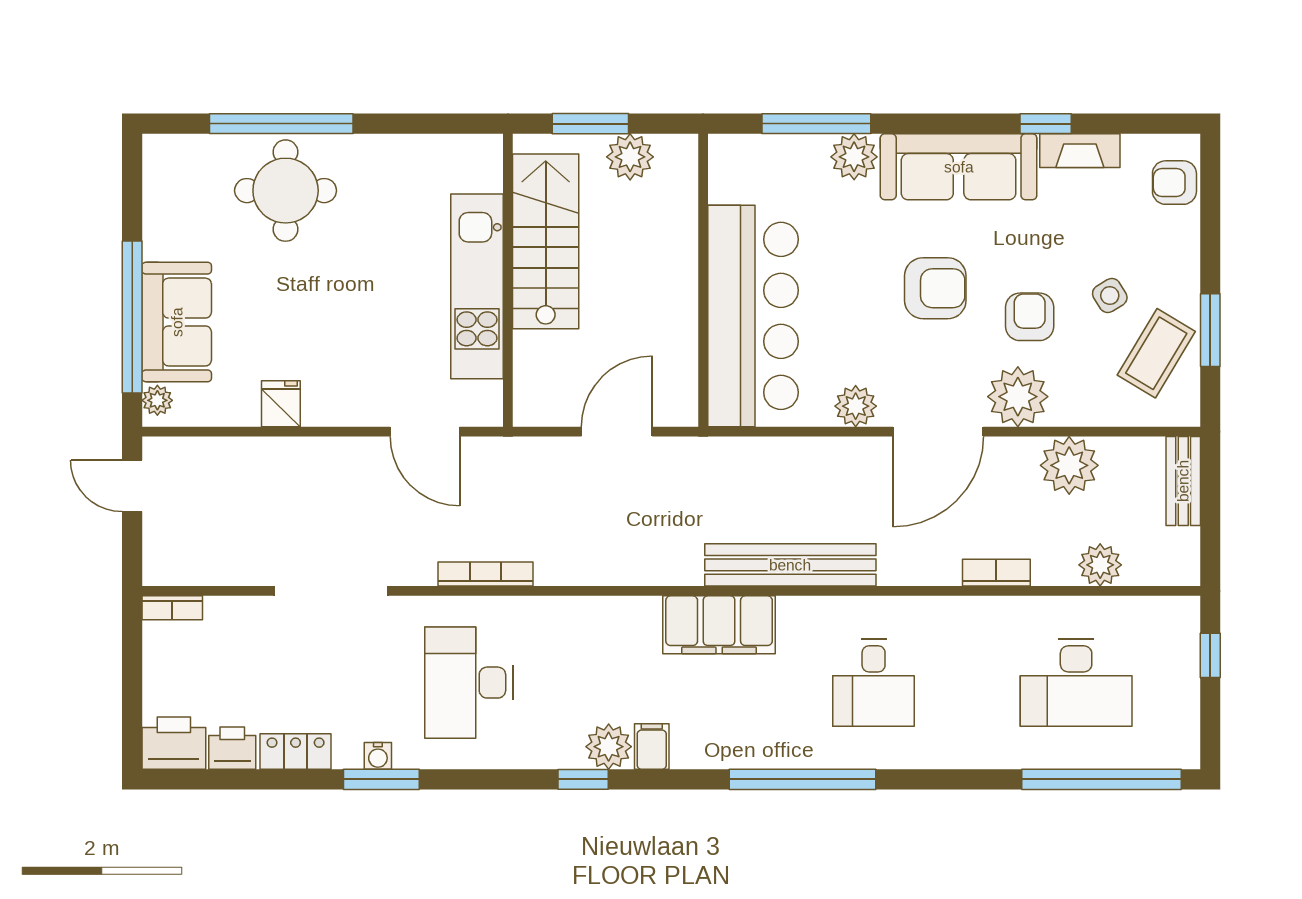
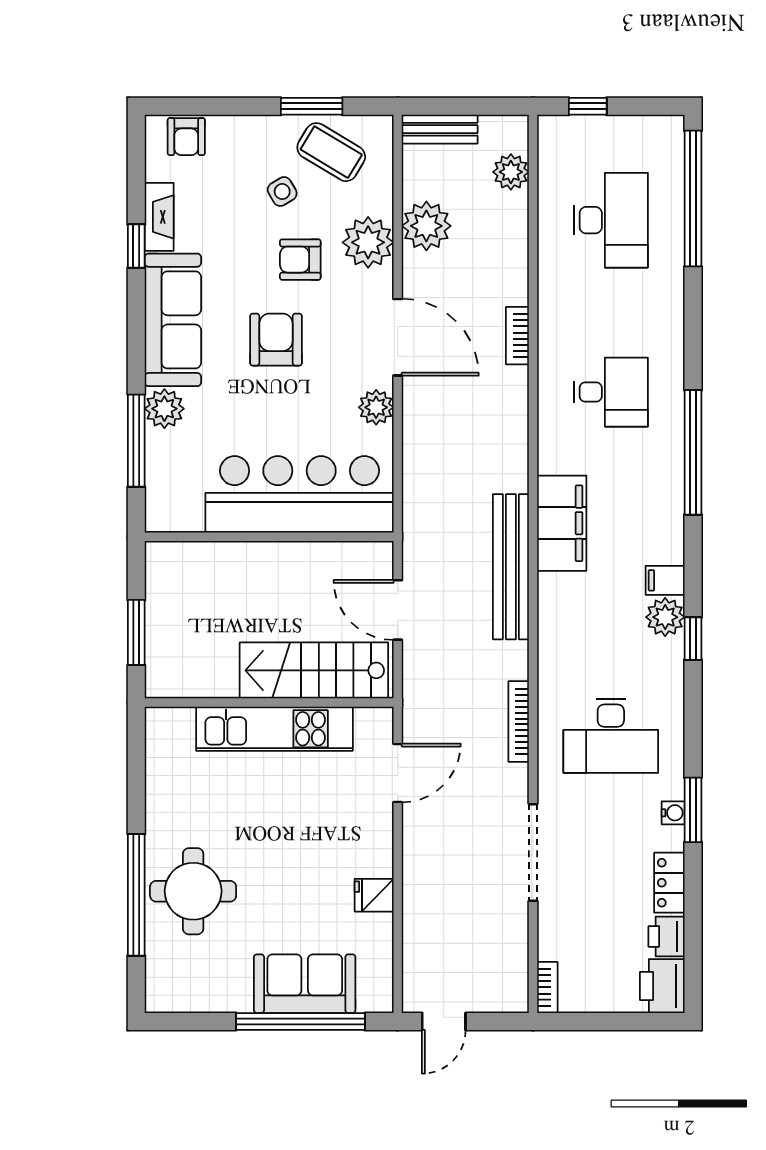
plant: (630, 157) -> (164, 599), removed
stairs: (546, 241) -> (314, 670), moved
plant: (1018, 397) -> (368, 242), moved
plant: (157, 400) -> (371, 1000), removed
bench: (790, 565) -> (511, 567), moved
plant: (1100, 565) -> (511, 172), moved
bookcase: (996, 573) -> (517, 336), moved

